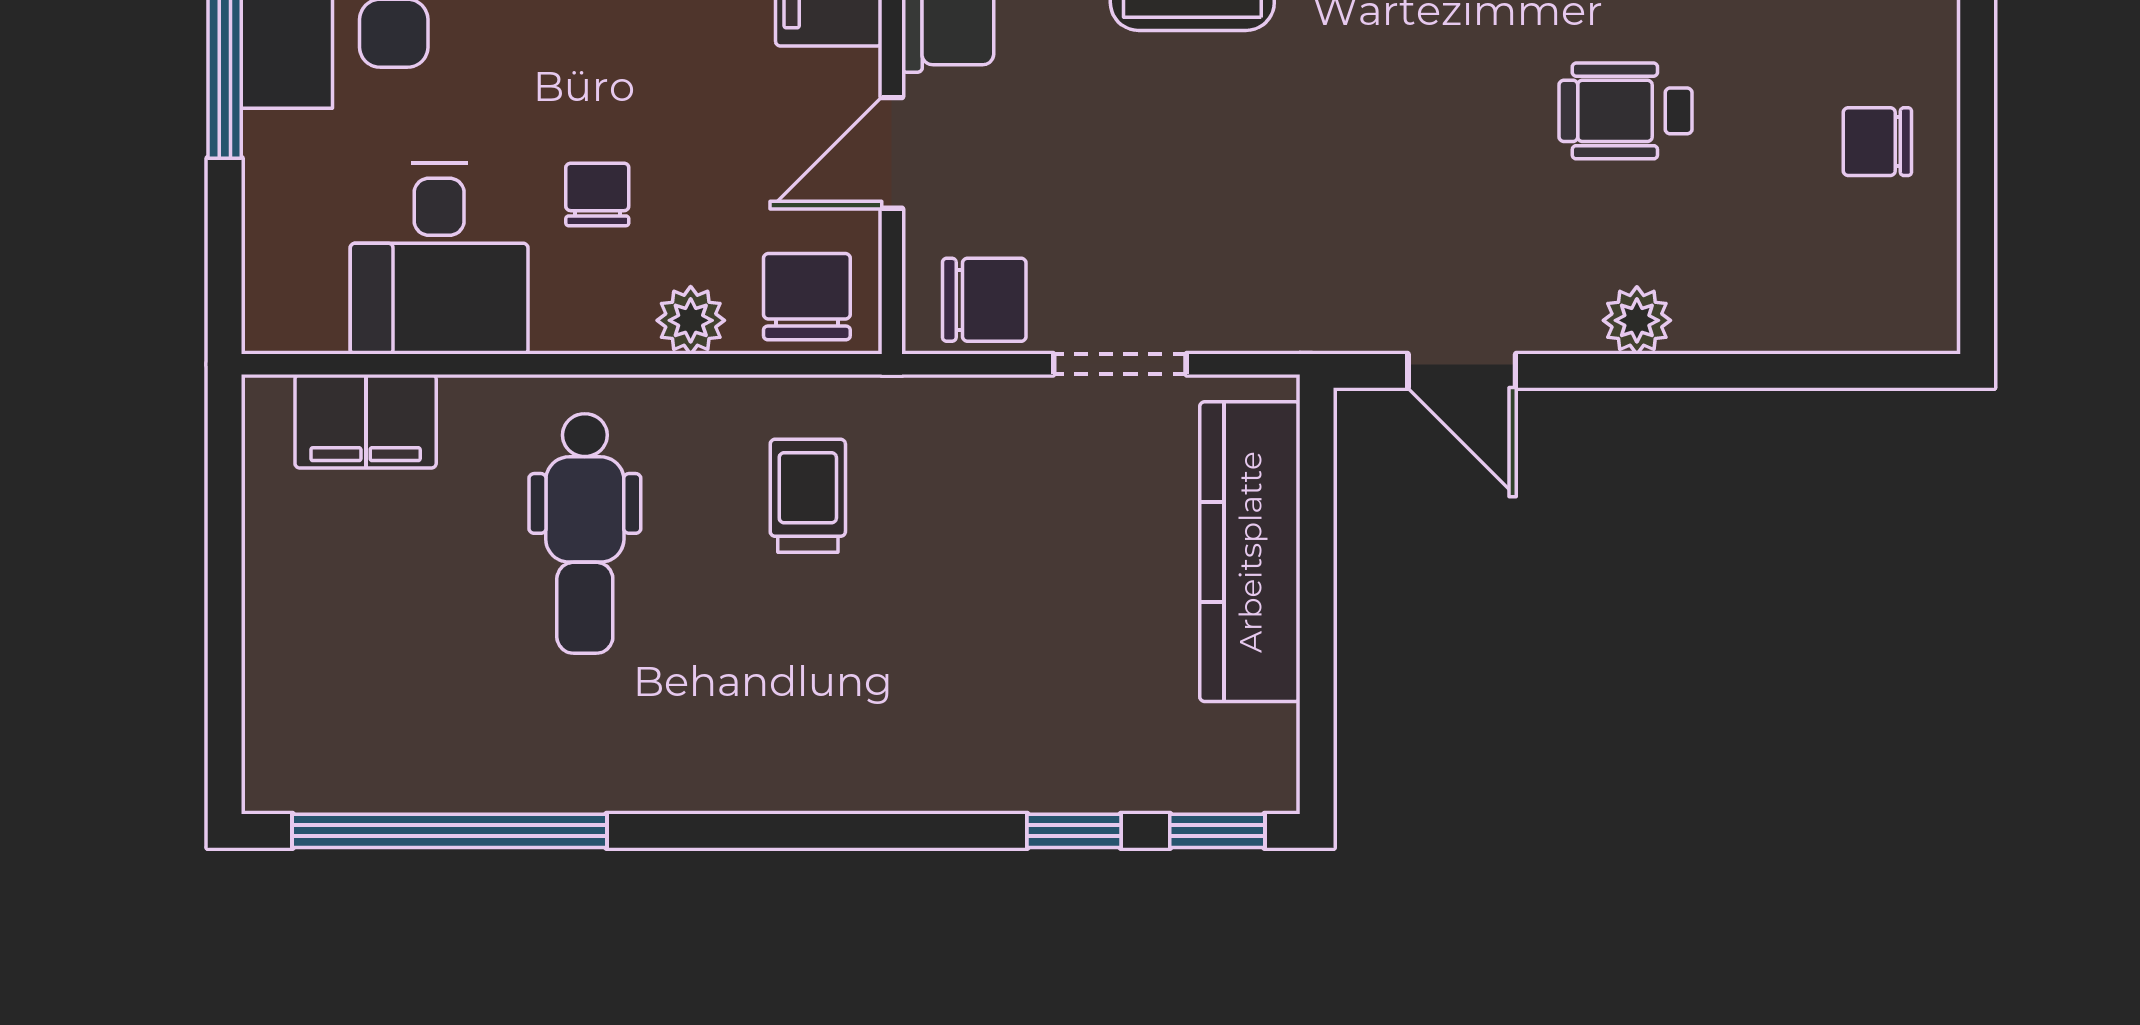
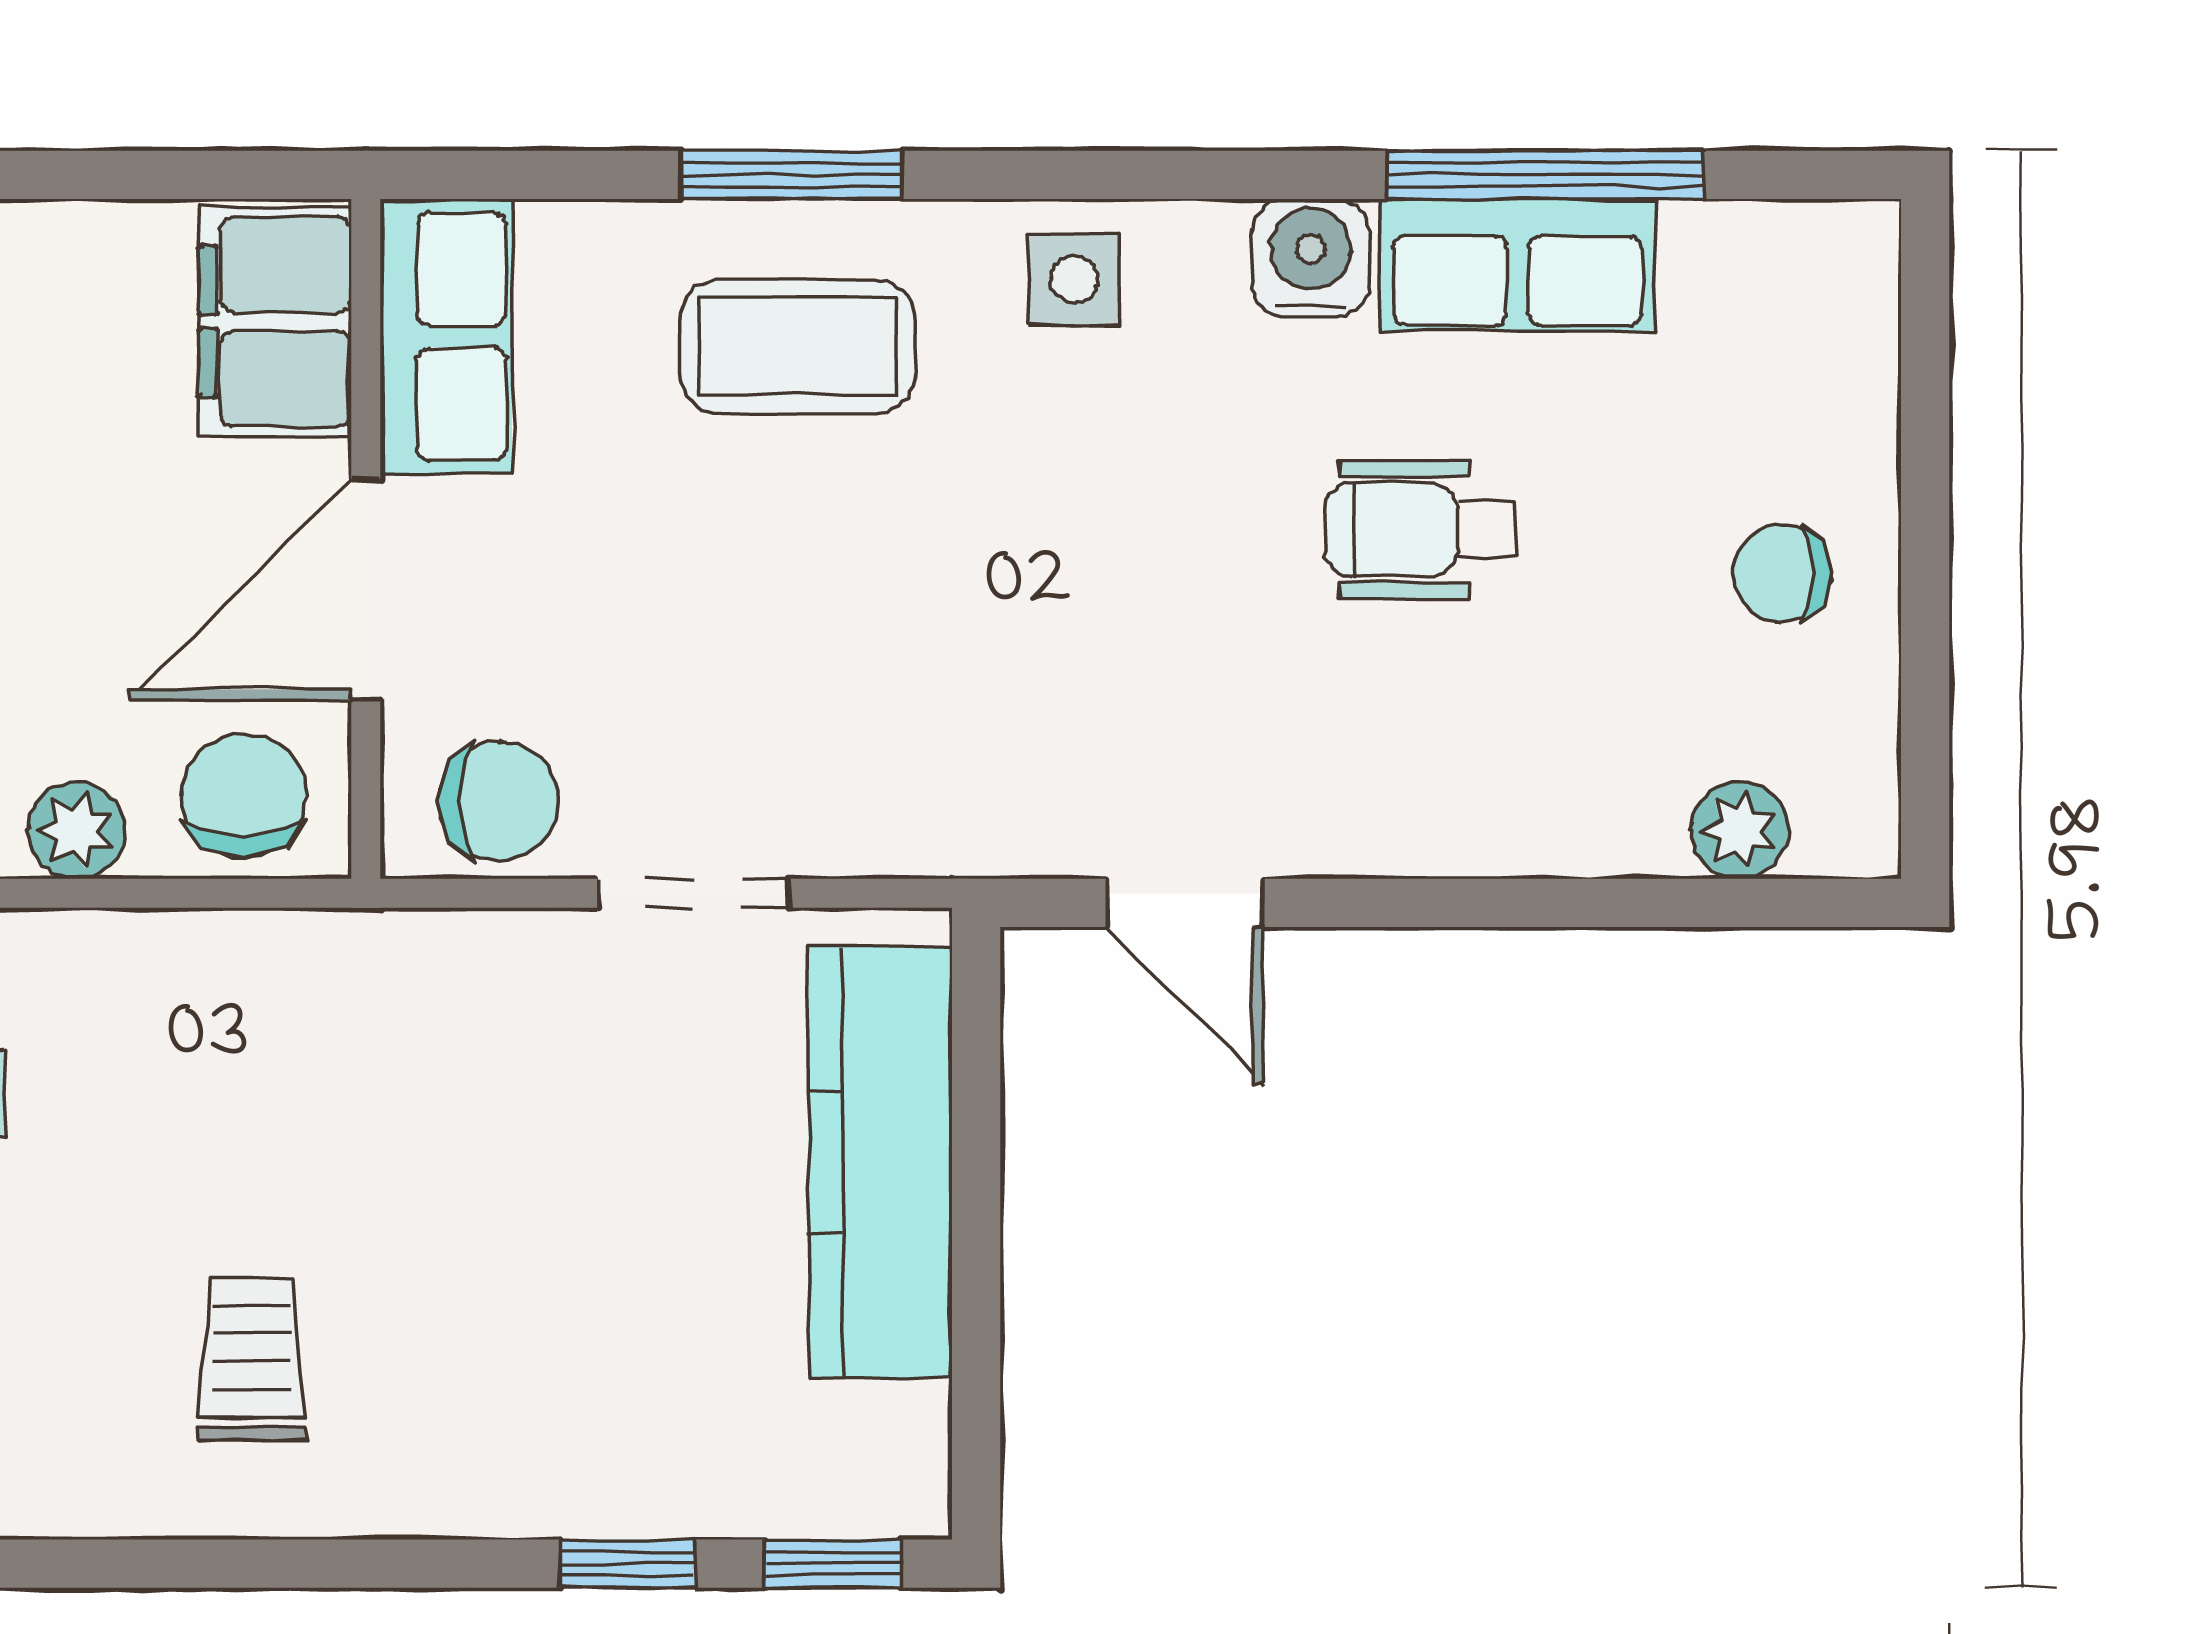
door: (892, 153) -> (366, 589), width x1.38
plant: (1637, 320) -> (1739, 830), moved
trolley: (808, 496) -> (252, 1359), moved

